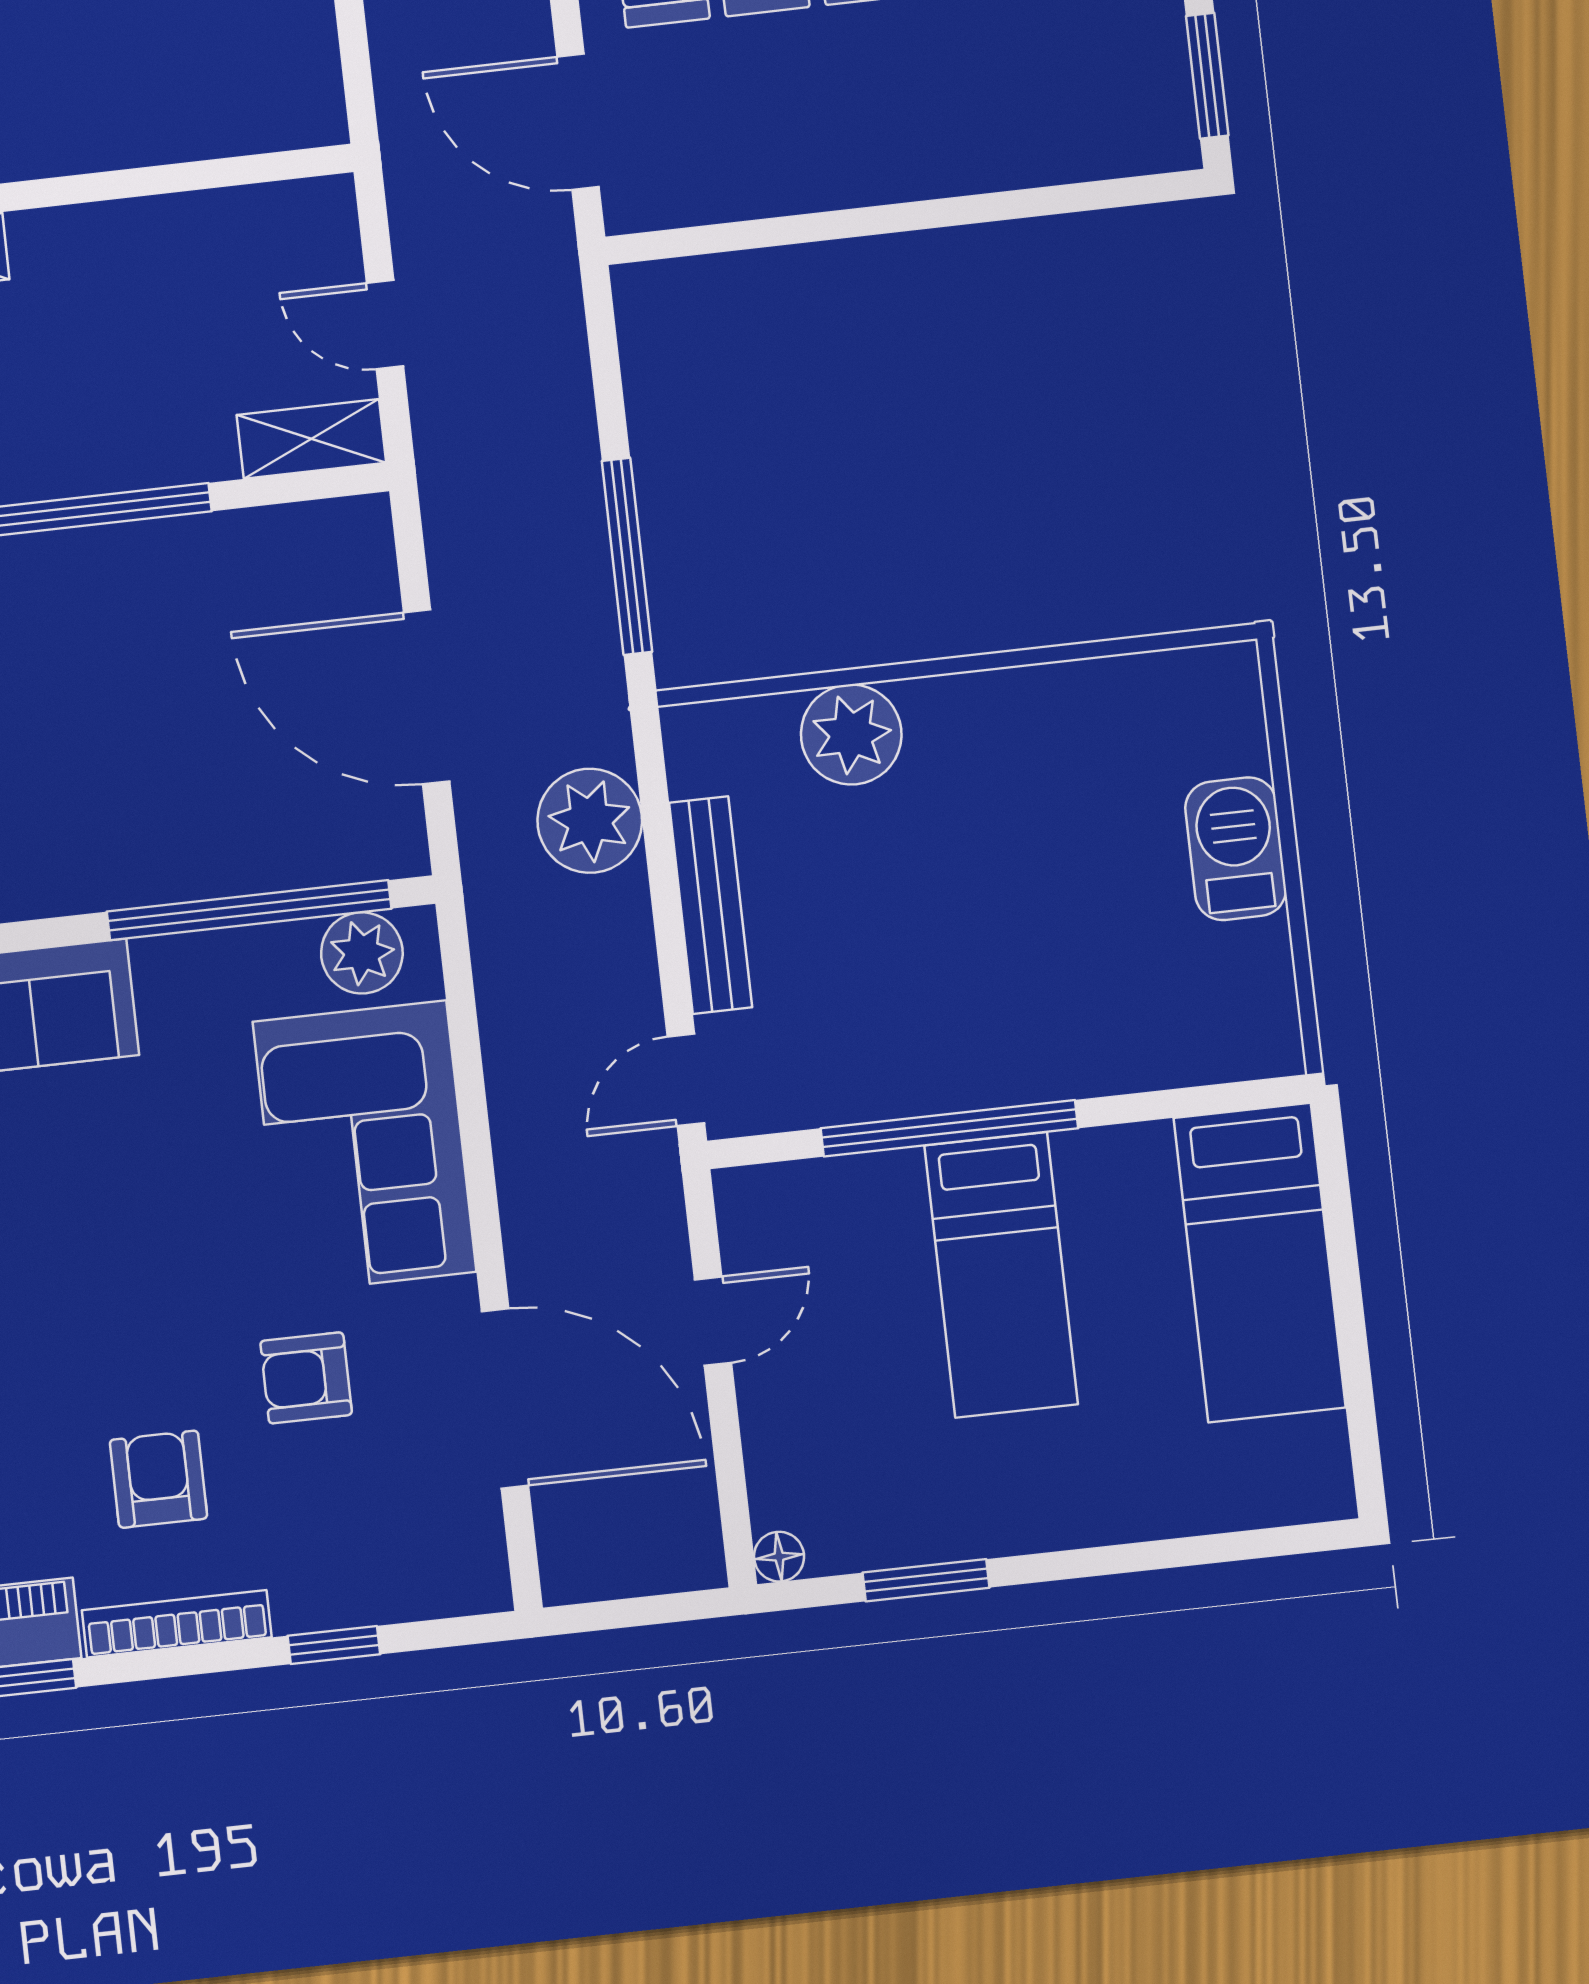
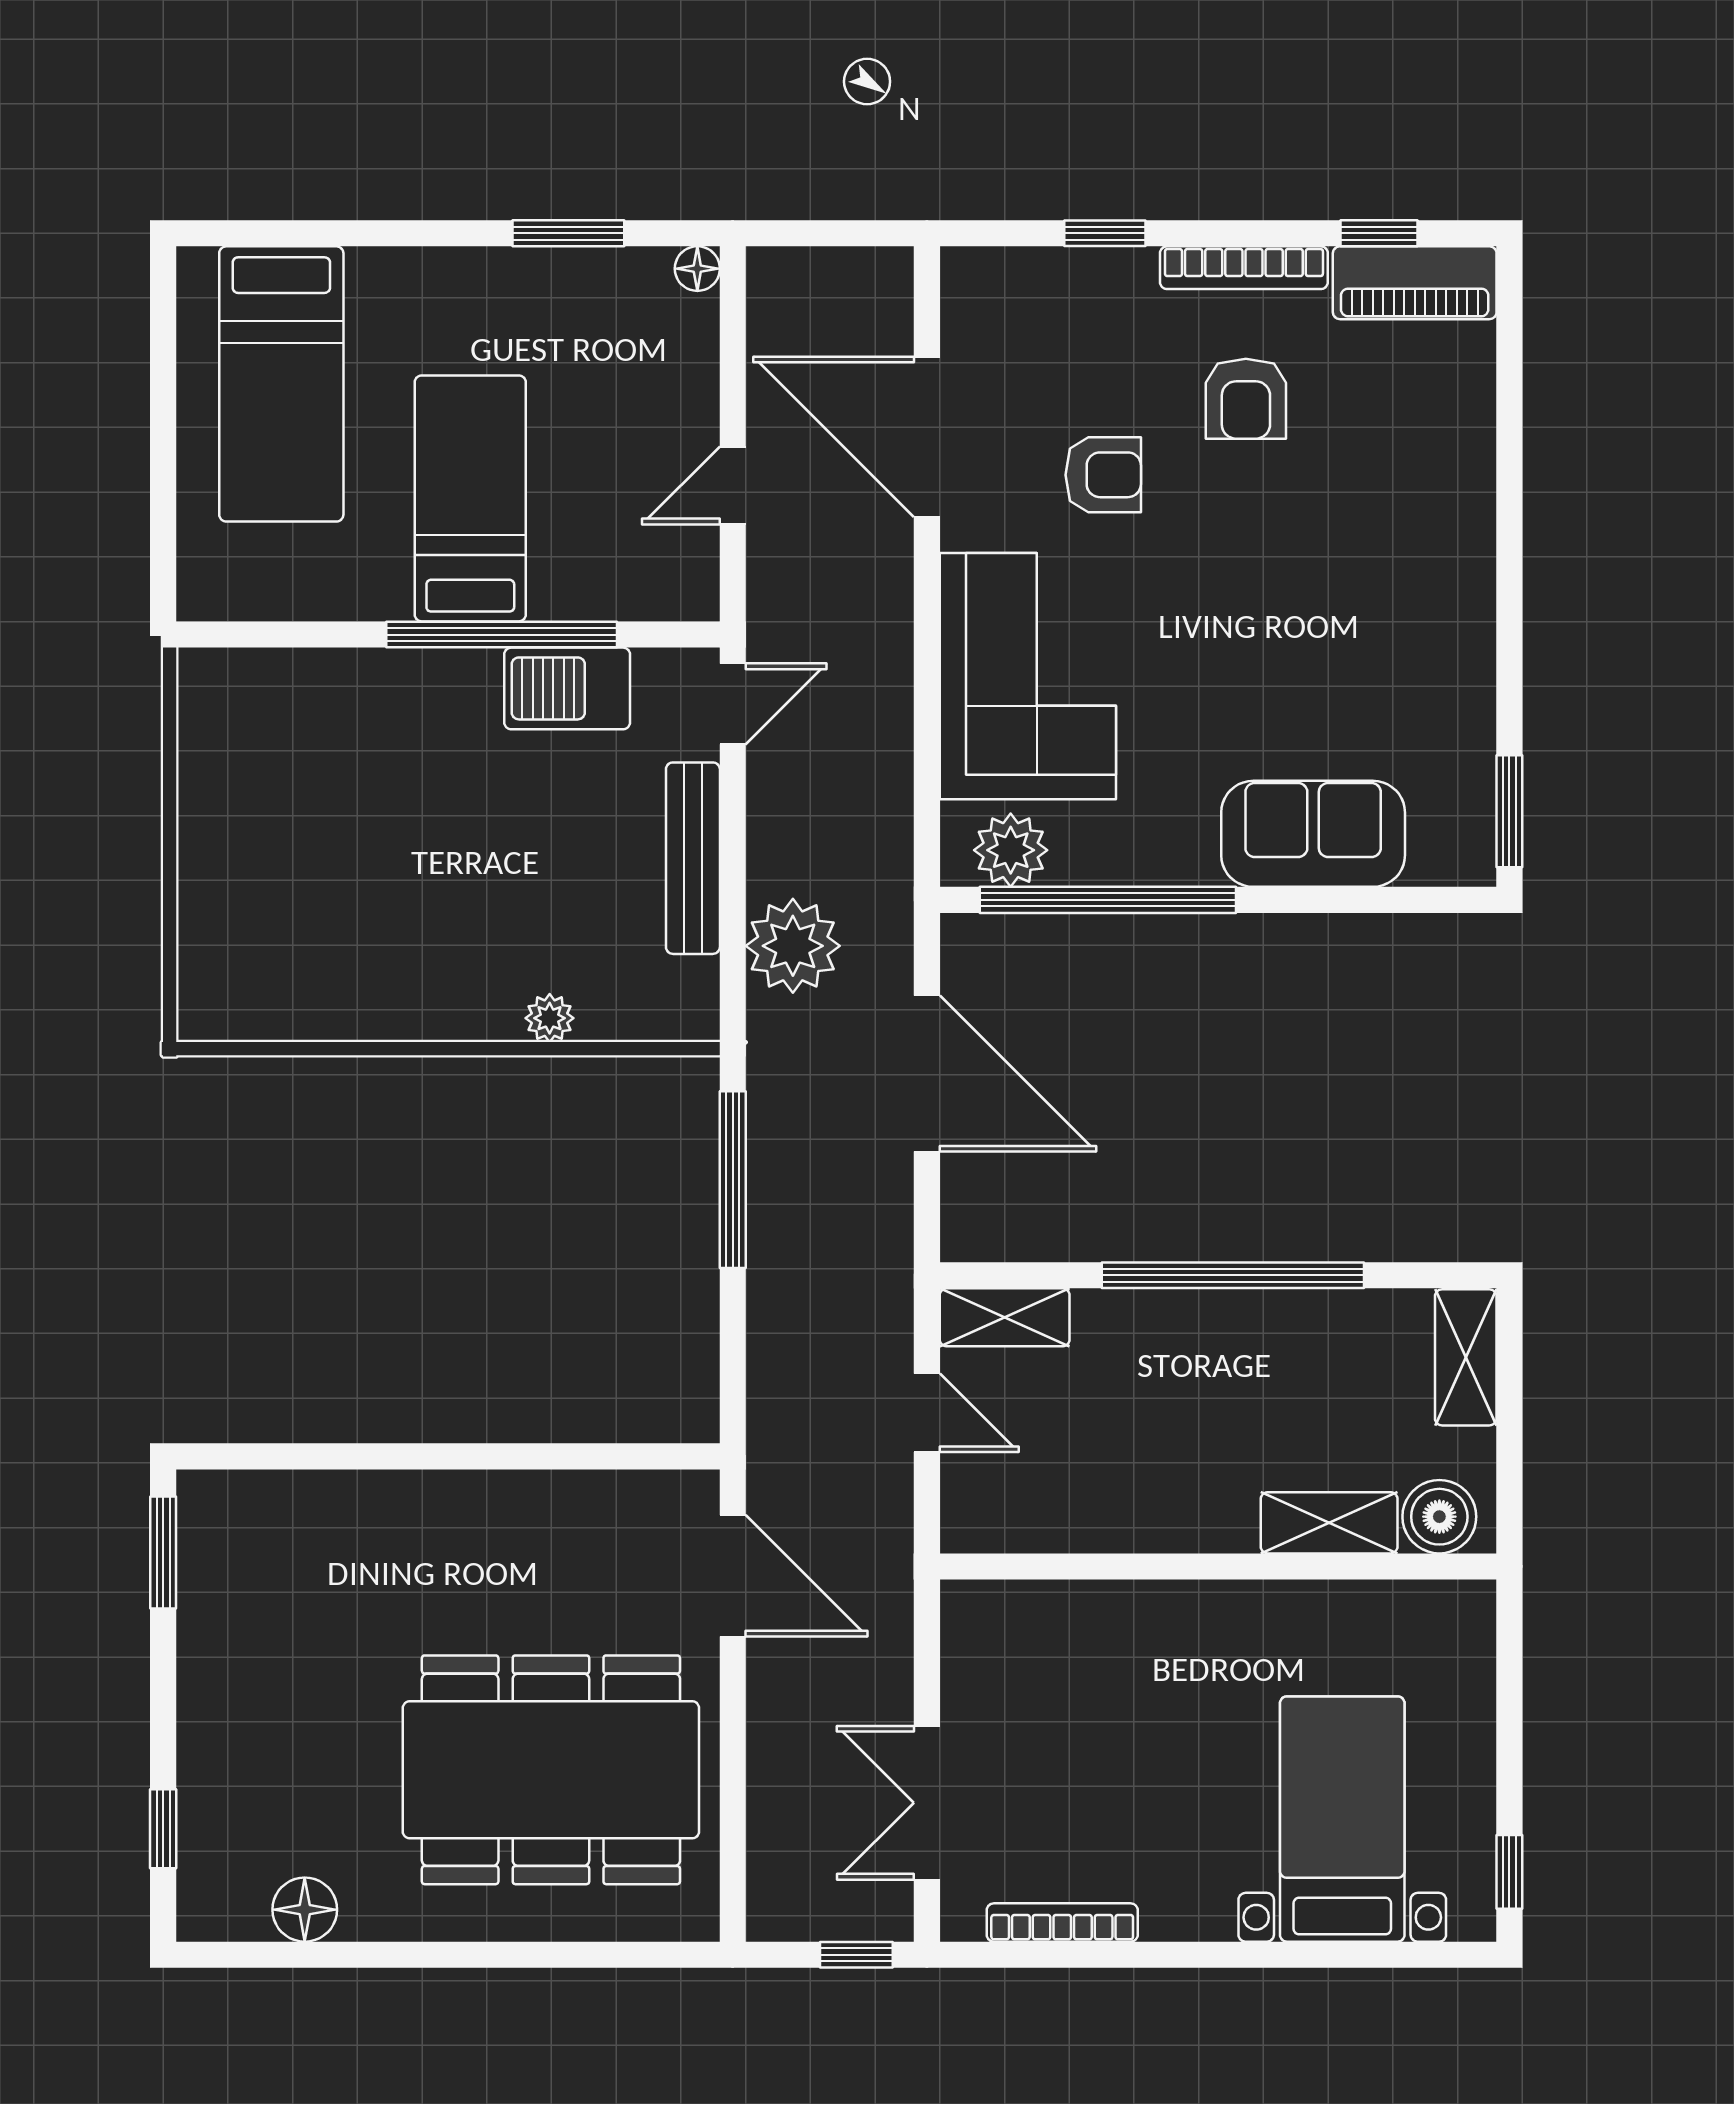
plant: (851, 735) -> (550, 1018), width x0.53, depth x0.53
barbecue: (1236, 849) -> (567, 688), moved, turned 90
bed: (1260, 1263) -> (281, 384), moved, turned 180

